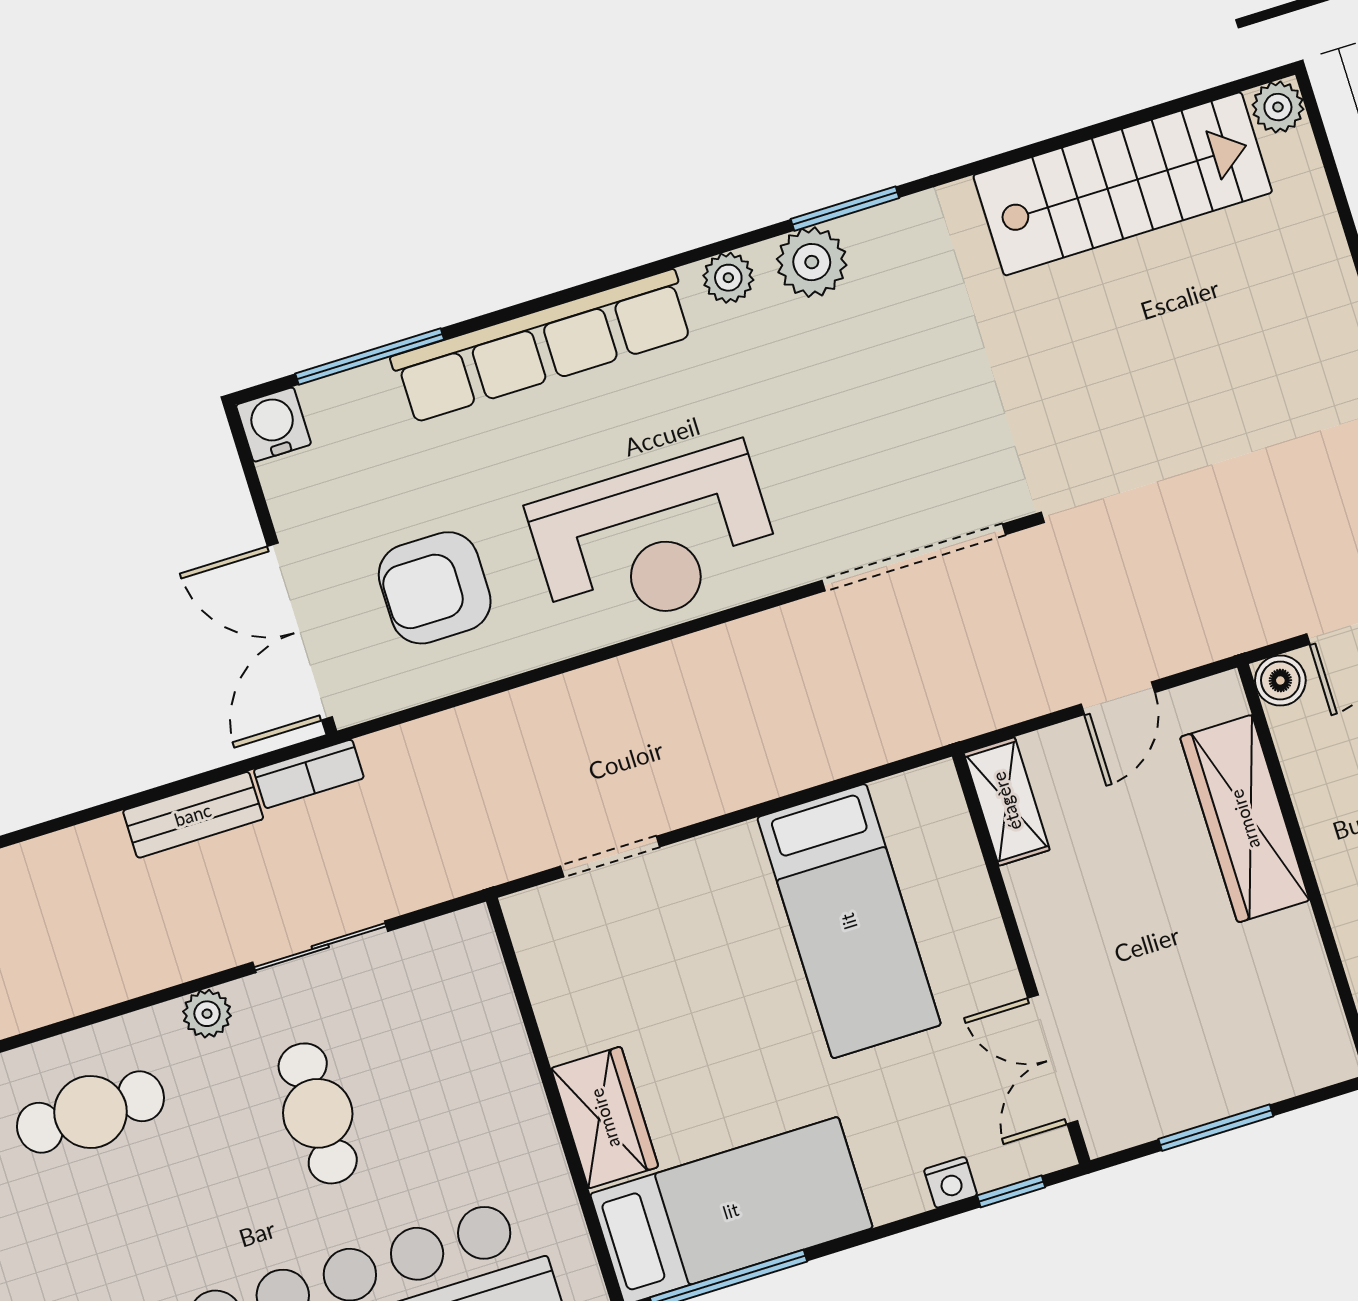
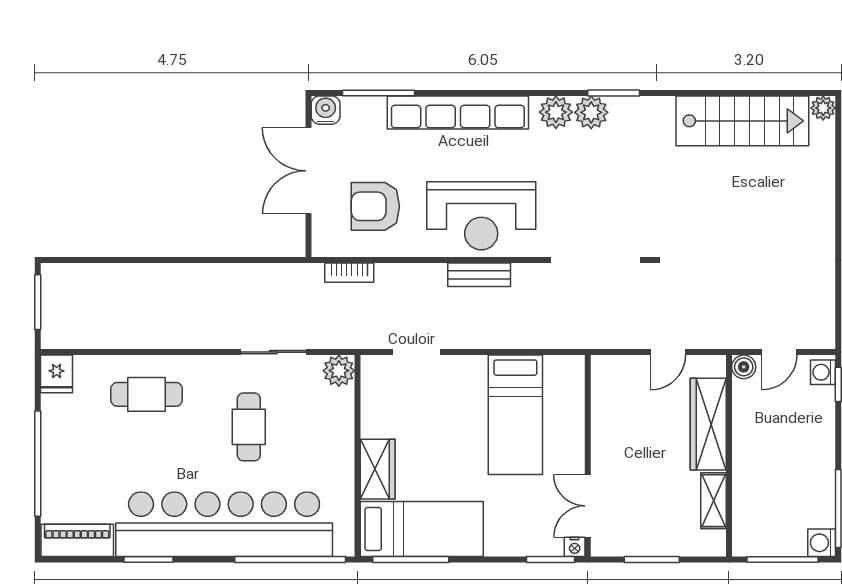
plant: (728, 278) -> (556, 112), width x1.38, depth x1.38
double door: (300, 632) -> (308, 171), moved
bookcase: (309, 774) -> (349, 273), moved
shelving: (1007, 801) -> (713, 501), moved
bench: (193, 815) -> (479, 275), moved
plant: (207, 1014) -> (339, 371), moved, width x1.38, depth x1.38
nightstand: (951, 1182) -> (575, 547), moved
window: (1011, 1191) -> (551, 559), width x1.50

